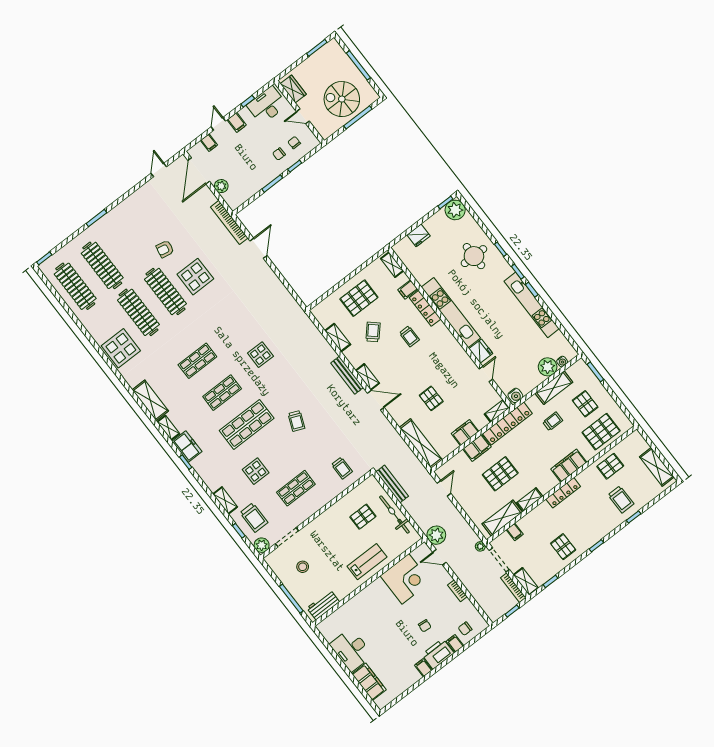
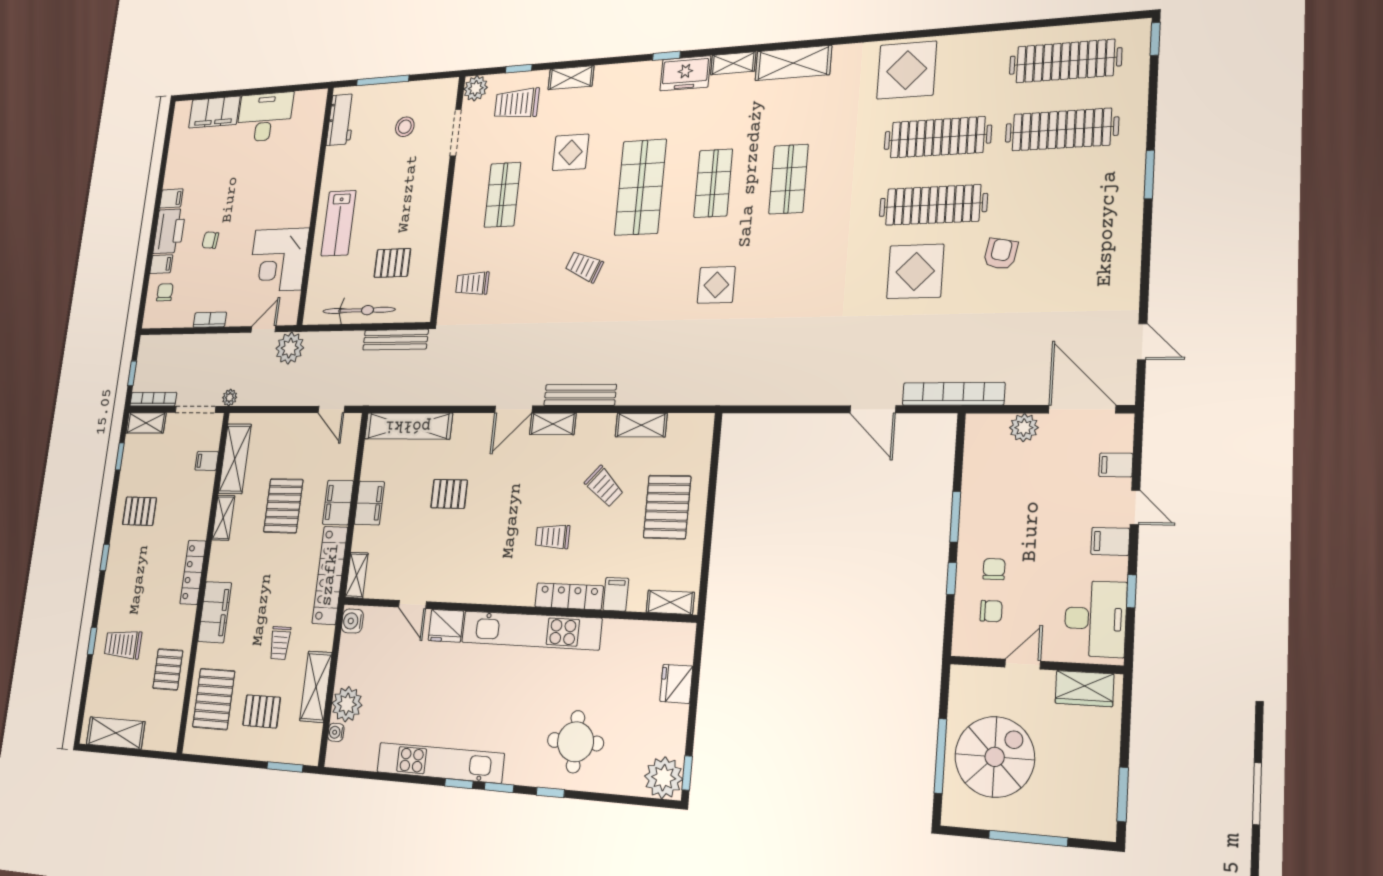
pallet: (363, 517) -> (392, 263), turned 90

